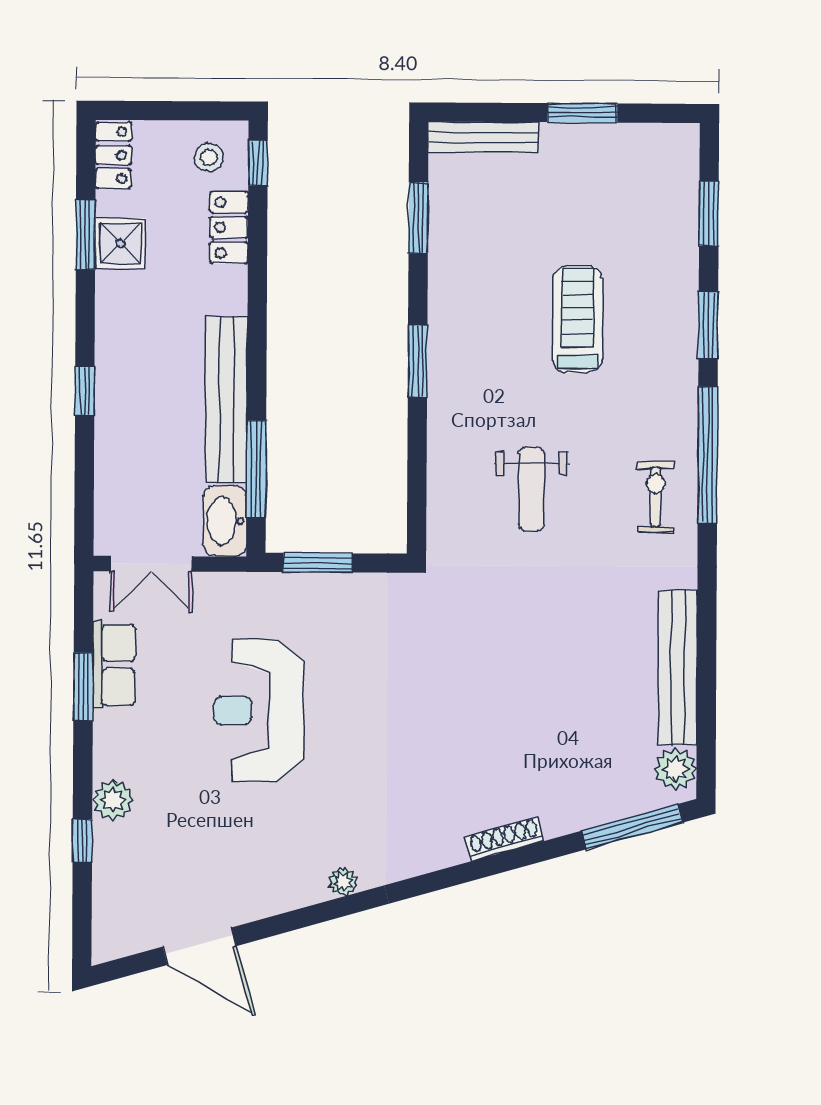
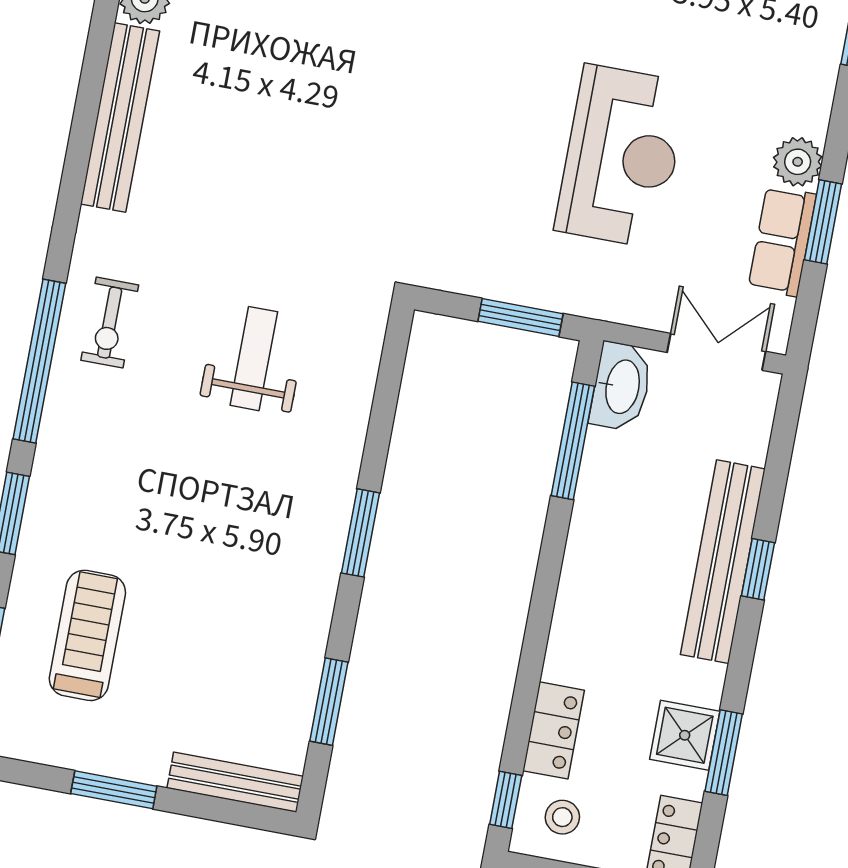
treadmill: (578, 319) -> (87, 635), moved, turned 180
bench: (227, 399) -> (723, 562), moved
plant: (113, 800) -> (798, 162), moved

